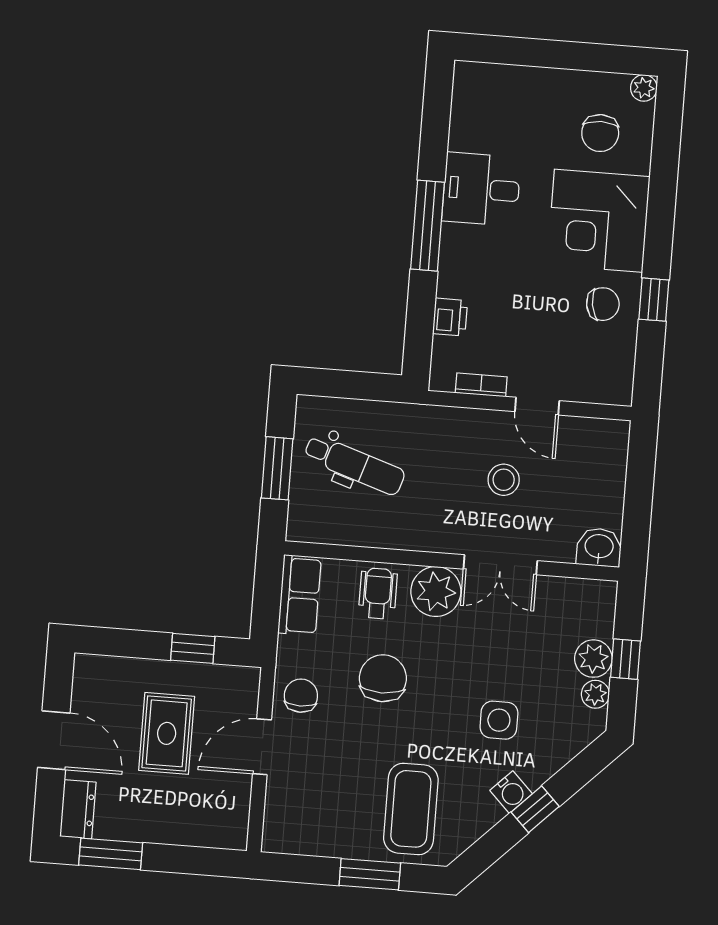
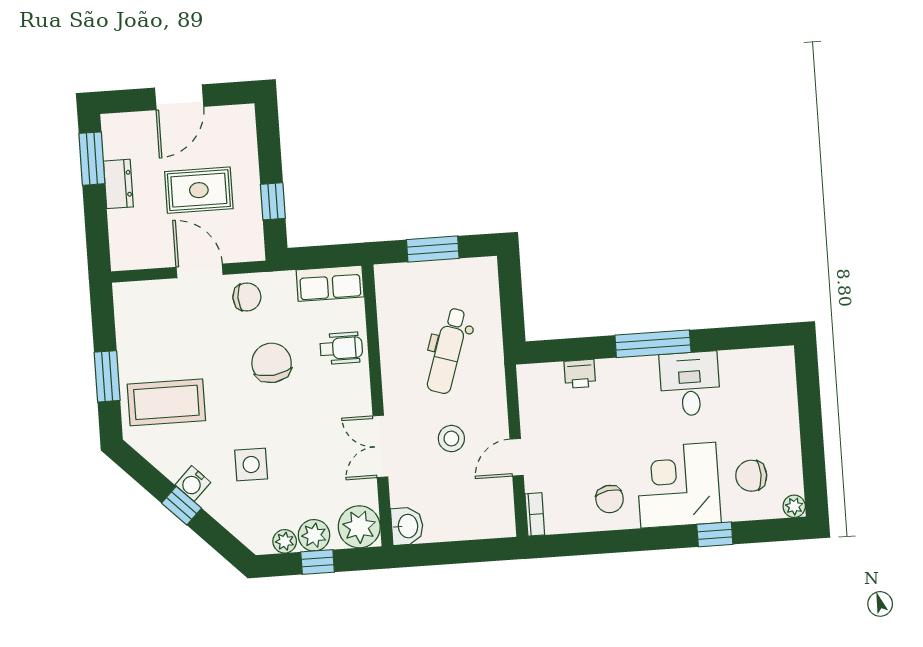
window: (654, 300) -> (715, 534), moved
bookcase: (481, 385) -> (535, 514), moved
dental chair: (354, 465) -> (448, 351), moved
plant: (436, 592) -> (359, 527), moved
chair: (383, 678) -> (272, 363), turned -96
dresser: (78, 809) -> (118, 184), moved, turned -90

